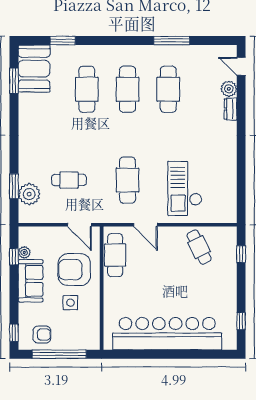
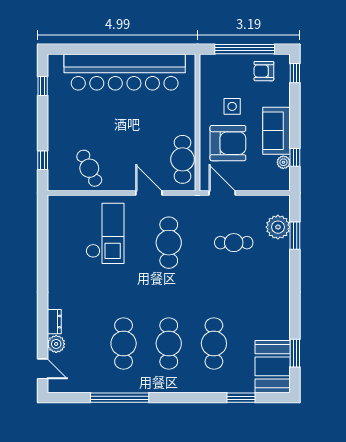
window: (172, 41) -> (120, 398), width x1.46

